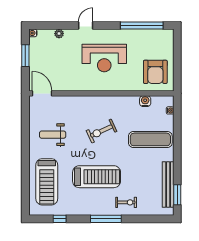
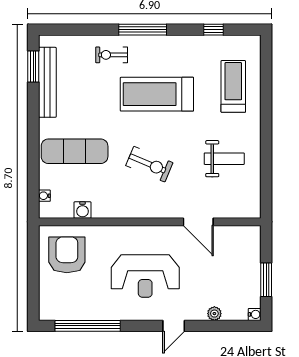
reception desk: (104, 58) -> (145, 276), turned 180
door: (42, 93) -> (198, 222), moved
exercise bike: (102, 131) -> (149, 164), turned 48
treadmill: (47, 182) -> (233, 86), width x0.73, depth x0.73

